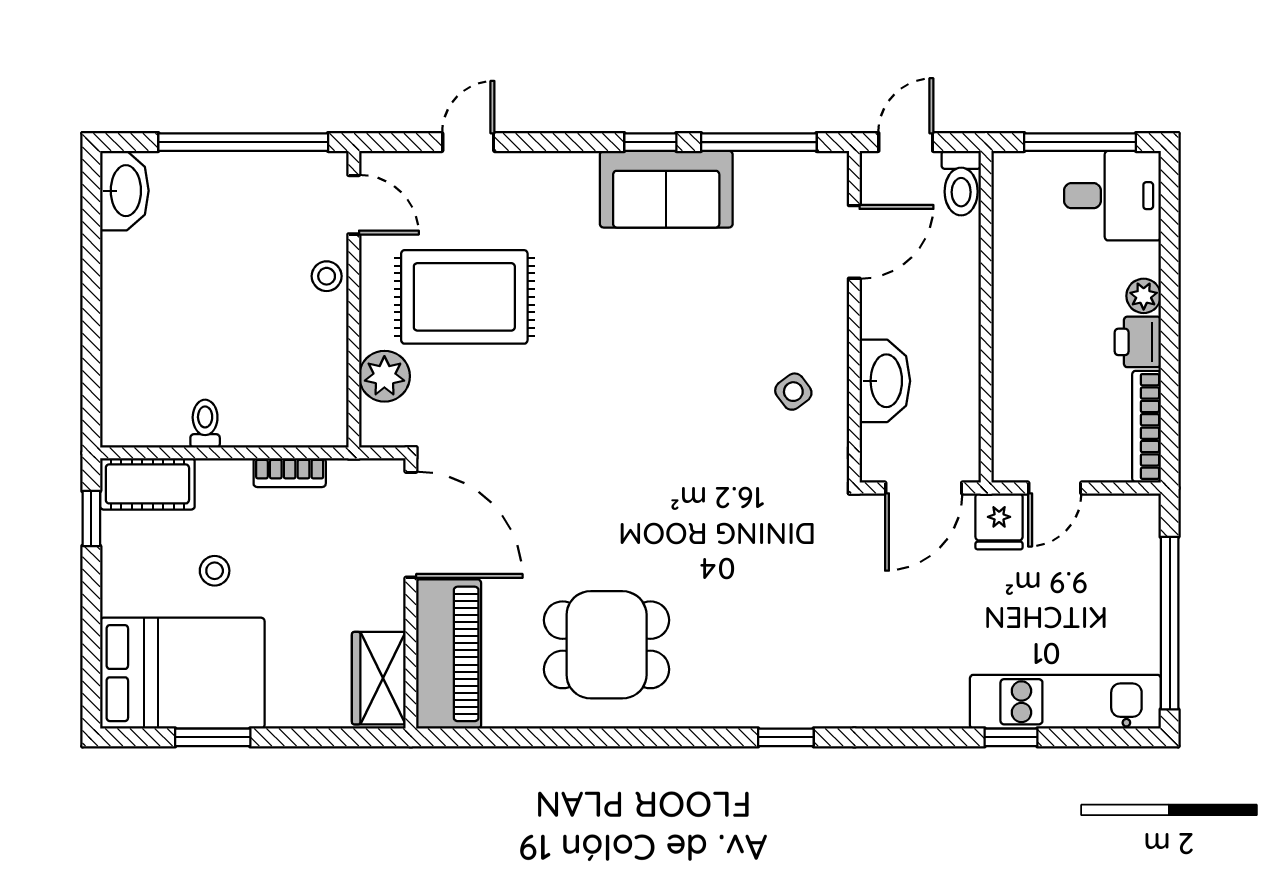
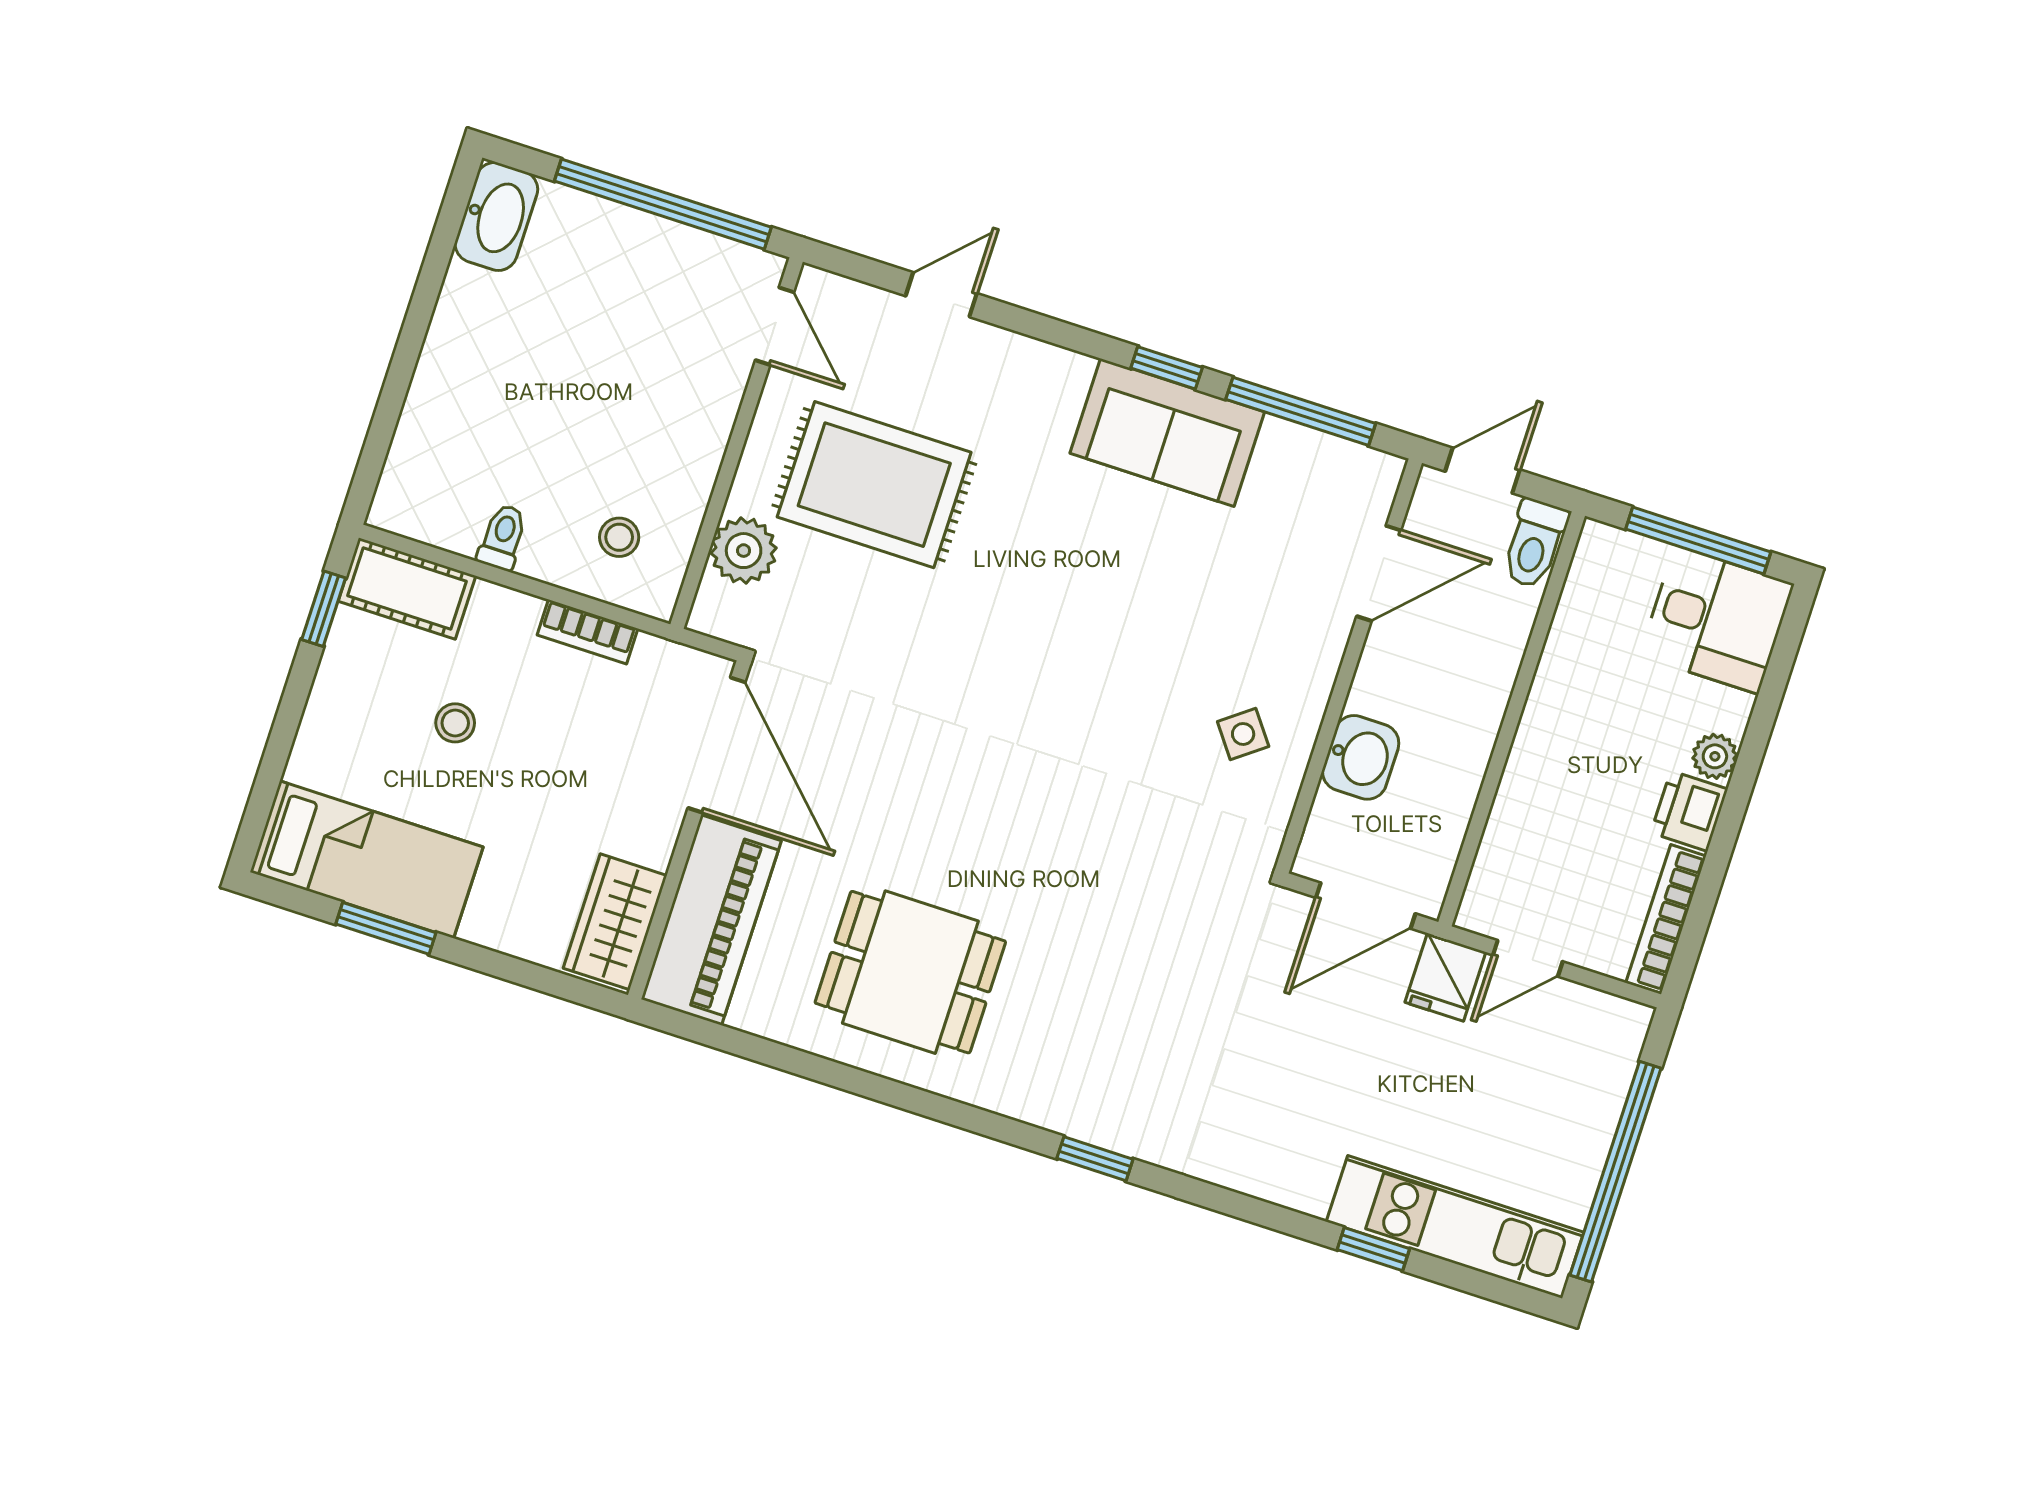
stool: (327, 276) -> (619, 537), moved
washbasin: (885, 381) -> (1361, 757), width x0.72
bed: (182, 673) -> (367, 860), width x0.67

